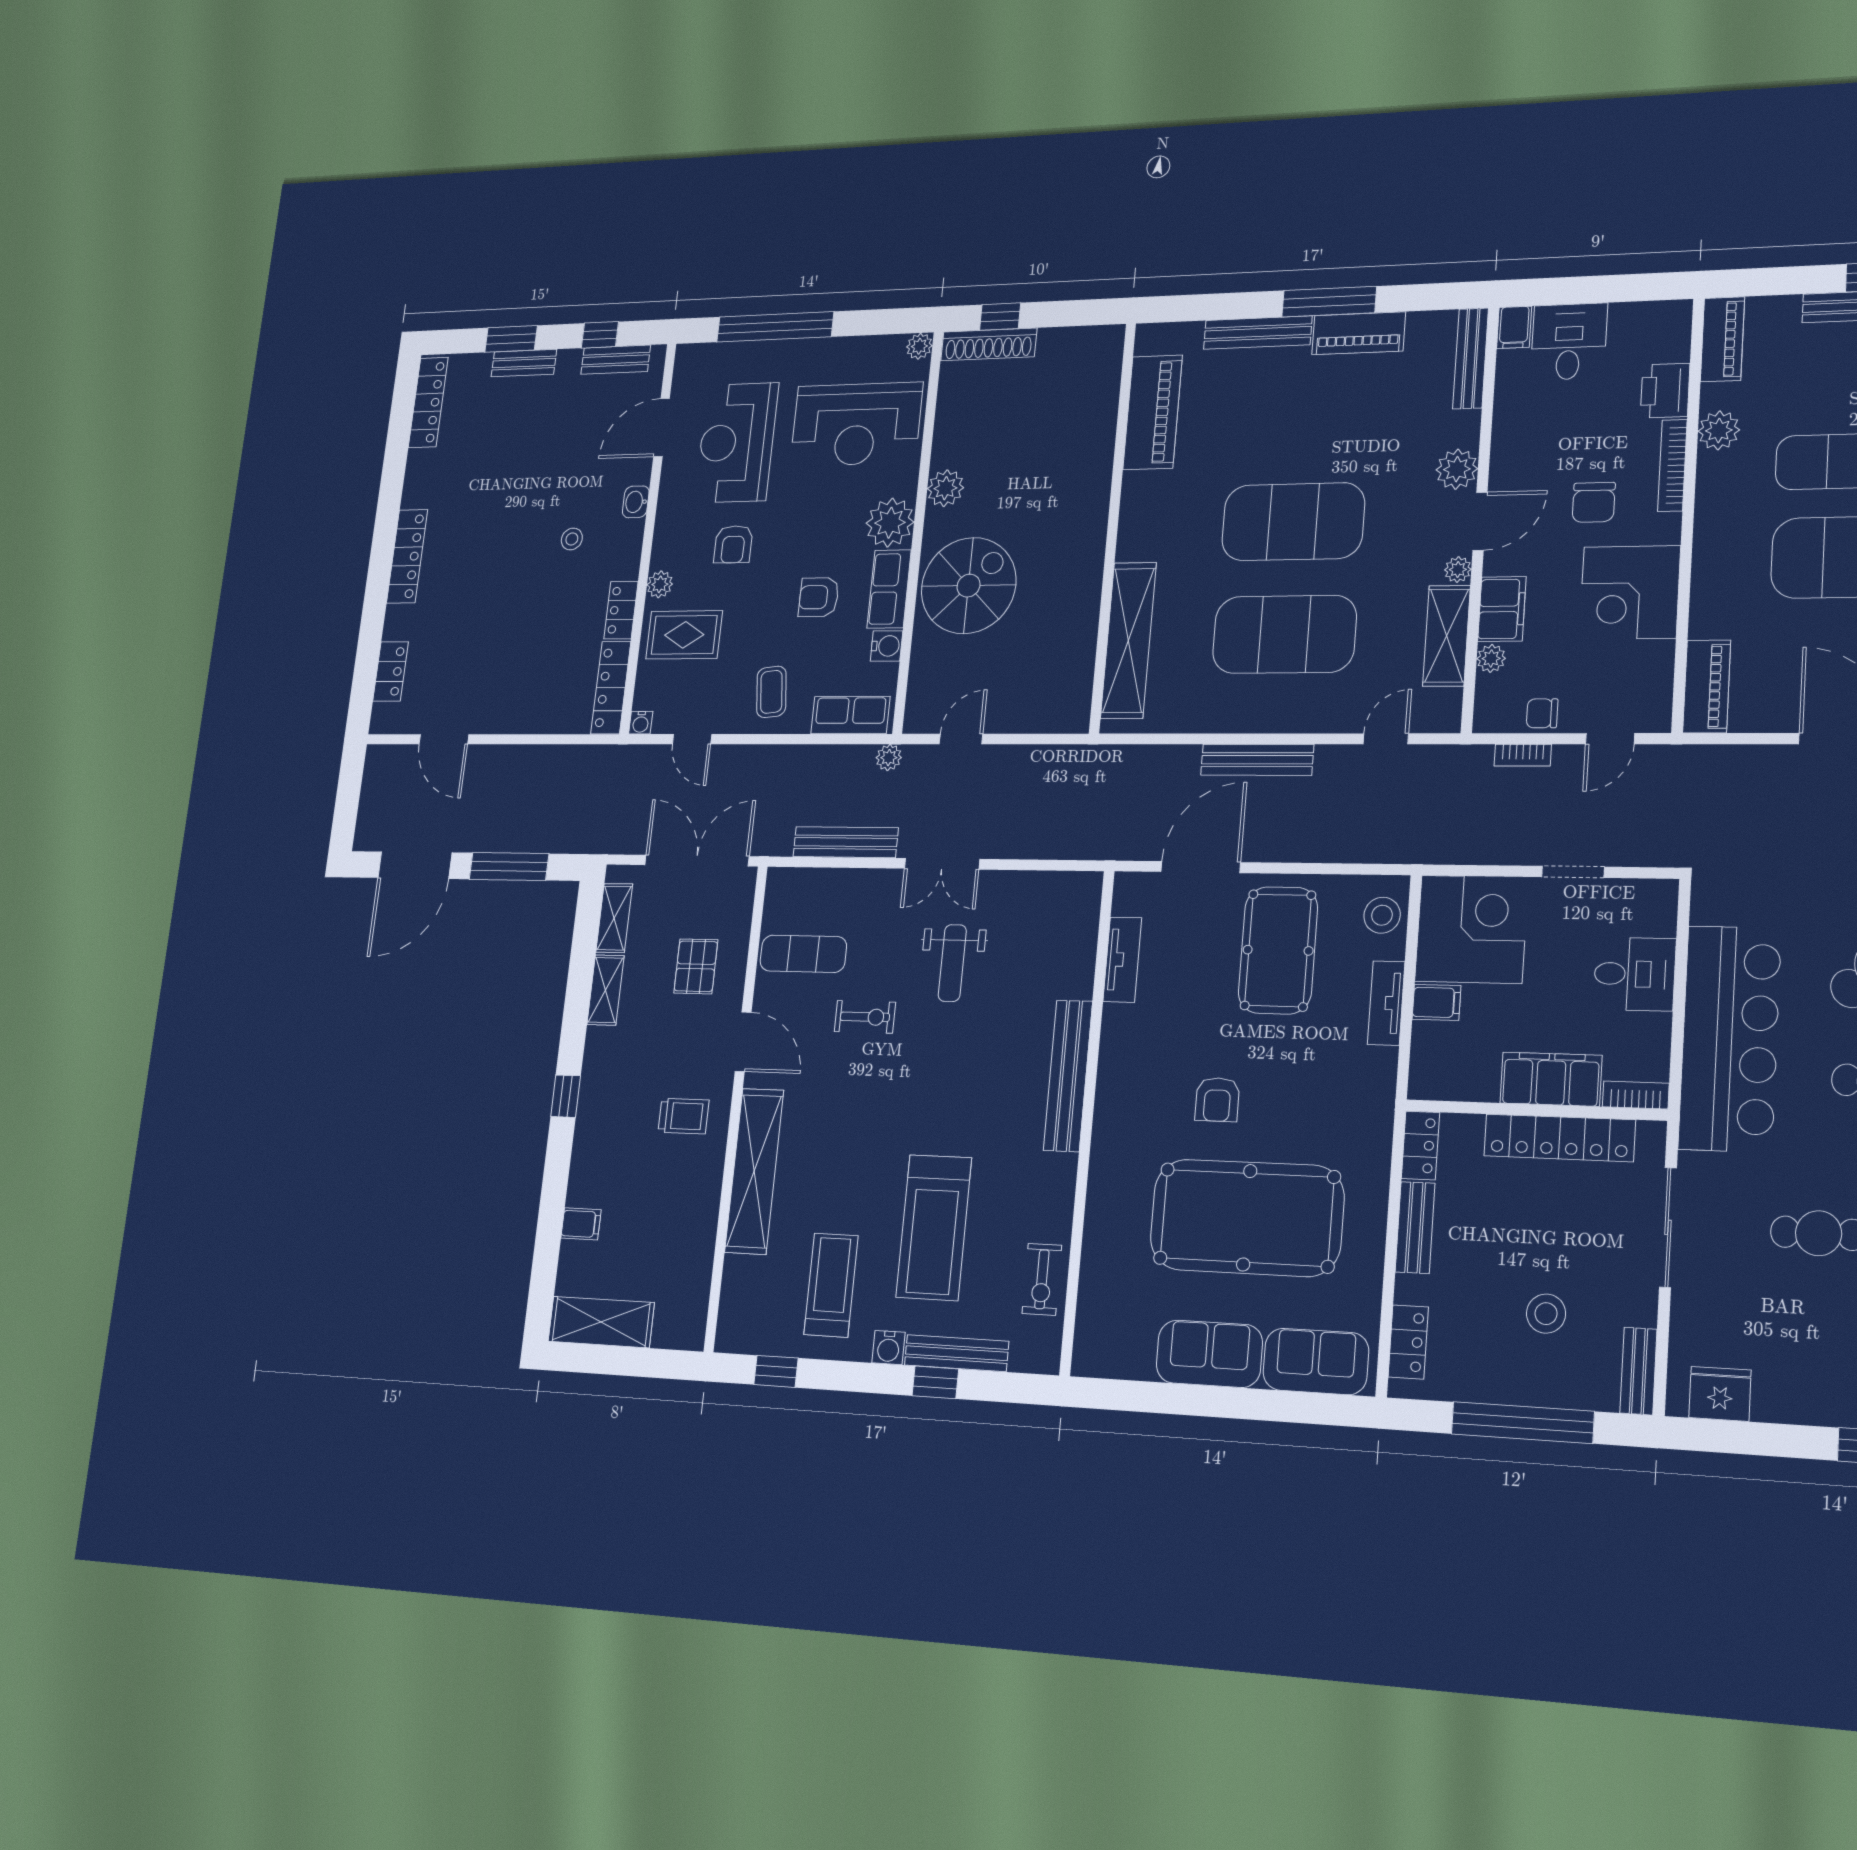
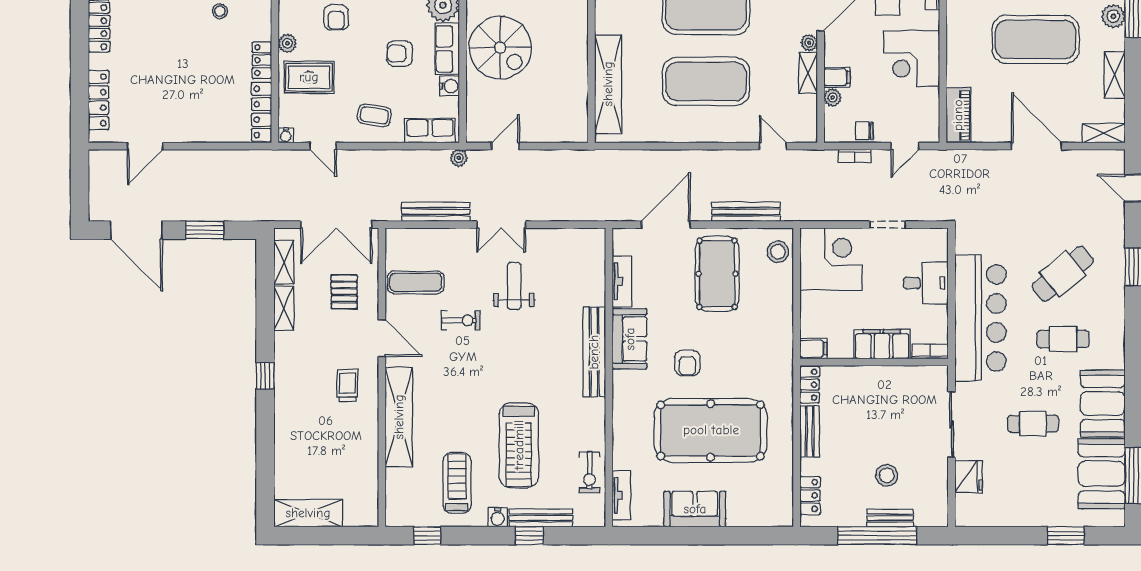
spiral stairs: (969, 586) -> (500, 48), turned 90
filing cabinet: (1502, 609) -> (837, 77), width x0.50
shelving: (1446, 636) -> (808, 73), width x0.67, depth x0.75
locker: (391, 671) -> (99, 100), width x1.53
coffee table: (771, 692) -> (374, 115), turned -75
door: (444, 739) -> (145, 146), hinge flipped
door: (1386, 739) -> (773, 146), hinge flipped
bench: (1257, 760) -> (746, 212), moved
double door: (697, 861) -> (336, 225), swing flipped
door: (415, 865) -> (136, 230), hinge flipped
window: (509, 867) -> (205, 230), width x0.69
weight bench: (952, 963) -> (514, 286), turned 180
filing cabinet: (1437, 1002) -> (813, 349), moved
tv unit: (1386, 1003) -> (621, 495), moved, turned 180
trolley: (683, 1116) -> (347, 385), turned -90
locker: (1559, 1138) -> (889, 377), removed
filing cabinet: (581, 1224) -> (286, 454), removed
sofa: (1316, 1361) -> (630, 339), moved, turned 90
bench: (1638, 1371) -> (890, 518), moved, turned 90
fridge: (1720, 1394) -> (969, 477), moved, turned 90

